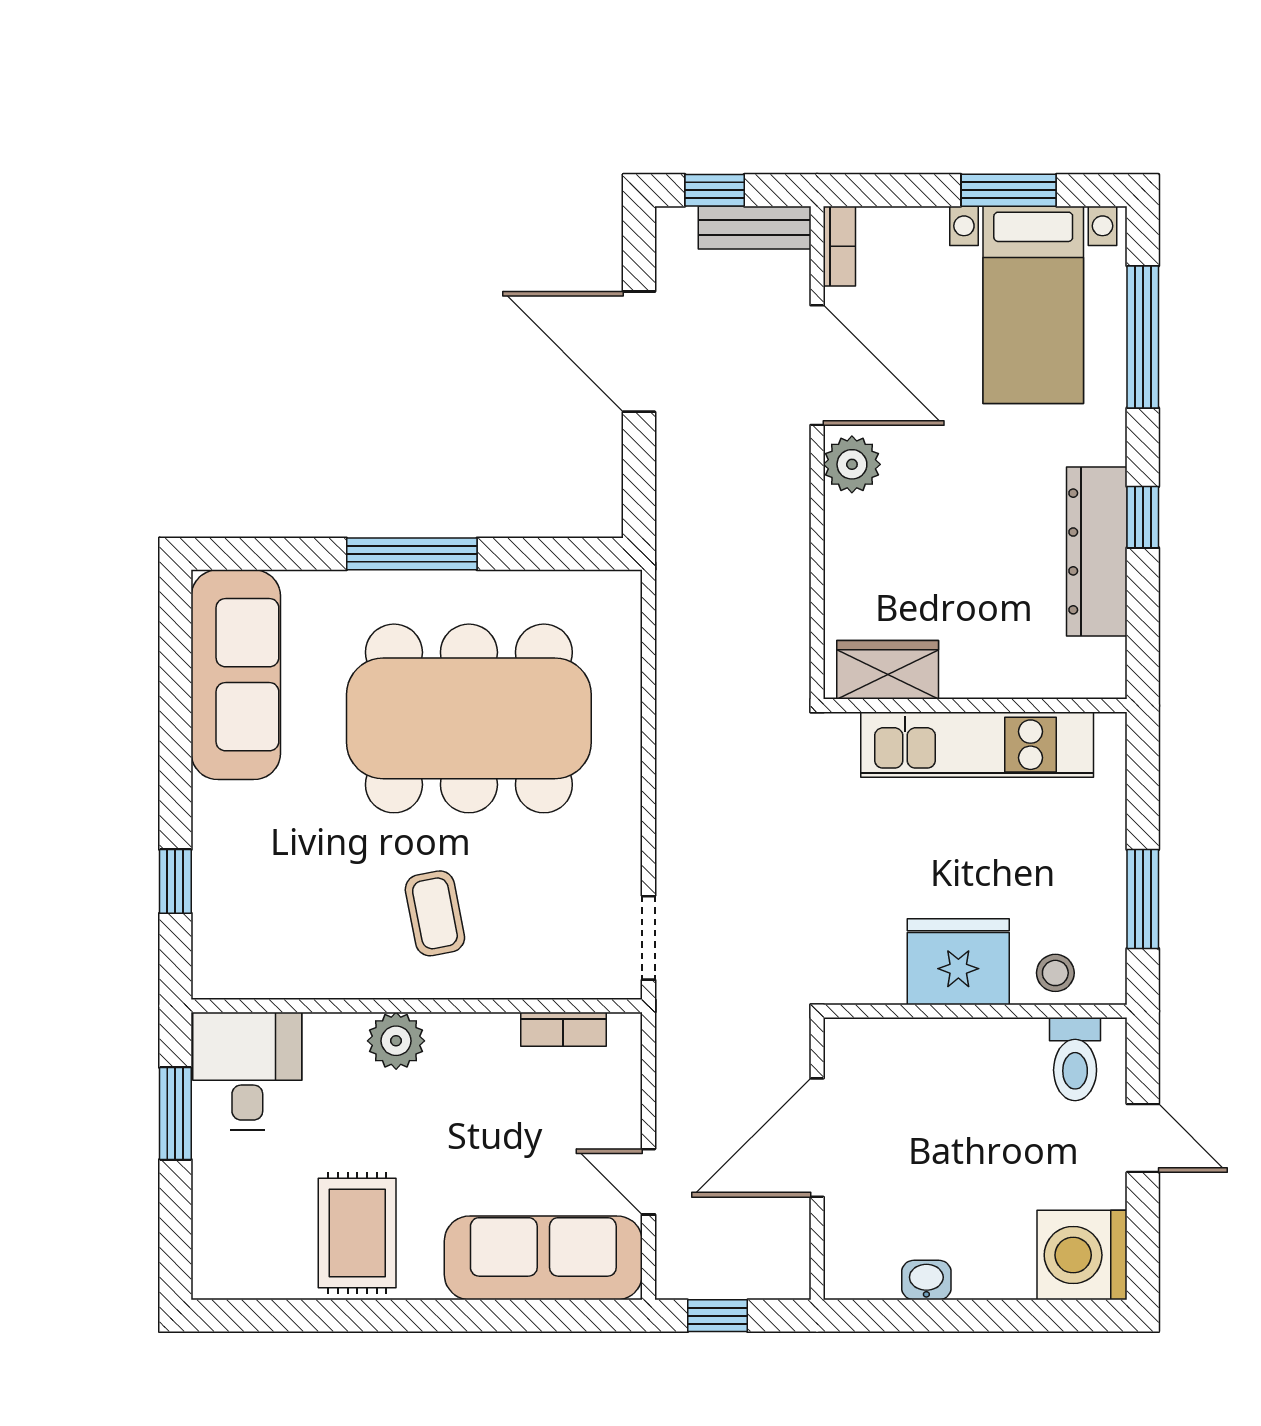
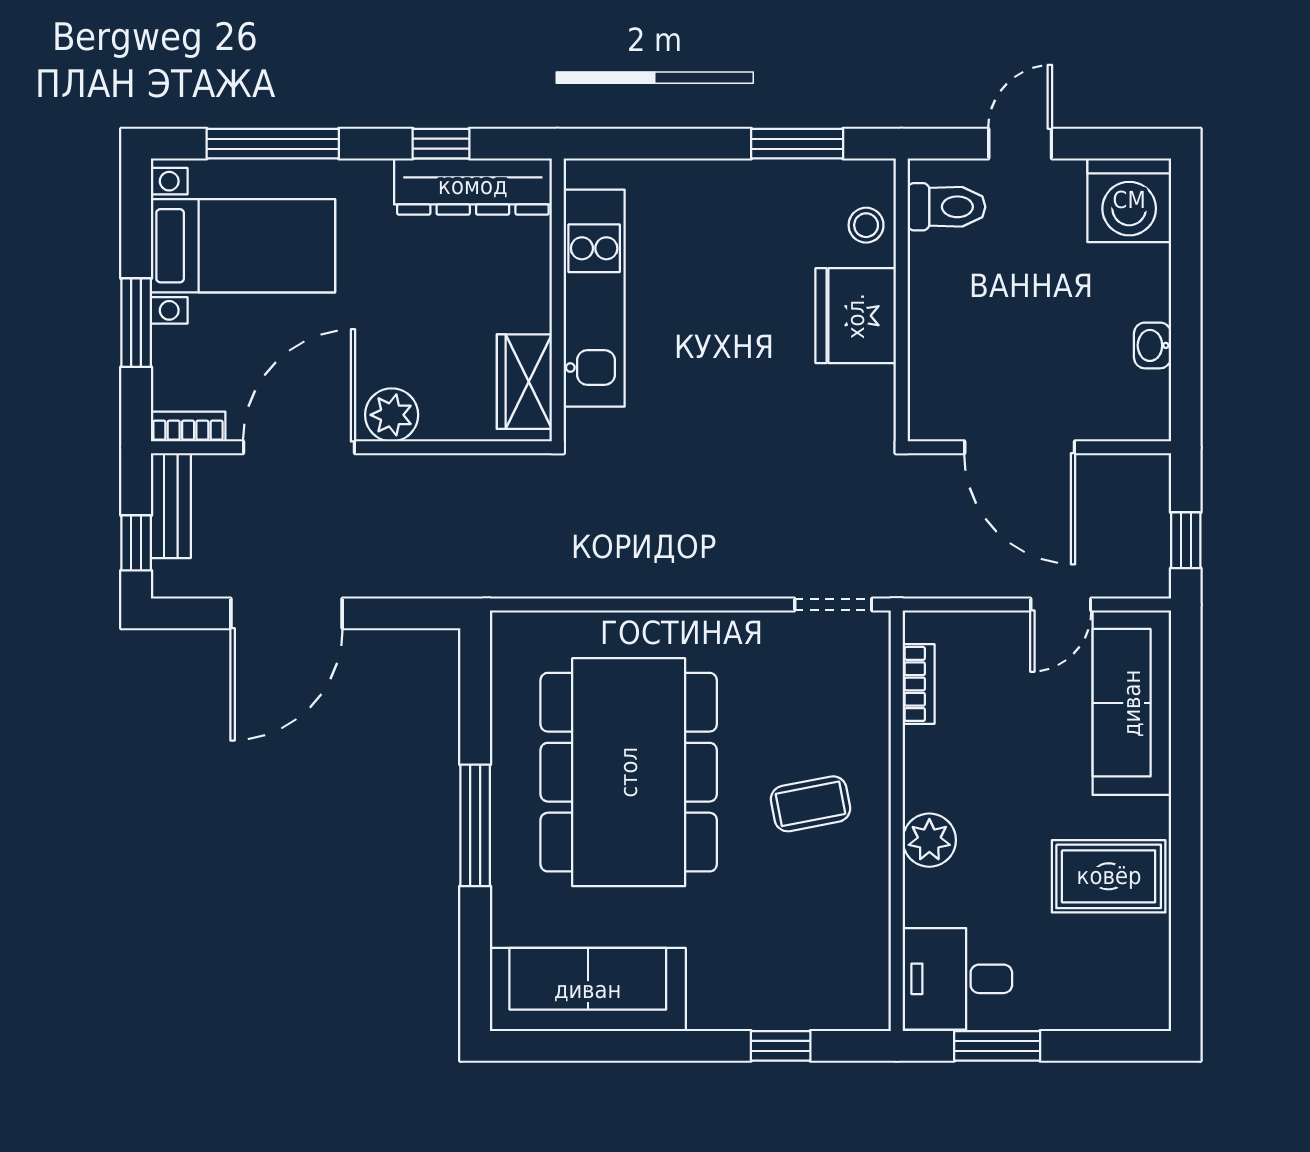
window: (1009, 190) -> (136, 323), moved
wardrobe: (888, 670) -> (524, 382), moved
wall: (975, 706) -> (558, 300), moved
kitchen unit: (977, 745) -> (594, 298), moved

